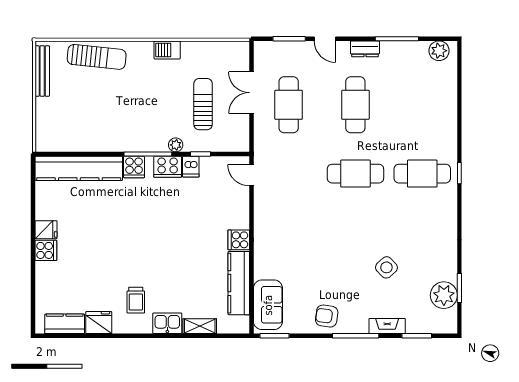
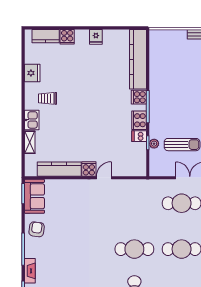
plant: (176, 145) -> (154, 144), moved
cafe table: (355, 174) -> (134, 249), turned 90
door: (251, 175) -> (104, 178), moved
cooker: (46, 250) -> (67, 37), moved
side table: (386, 267) -> (70, 270), removed
sofa: (268, 305) -> (34, 196), moved, turned -90
kitchen counter: (65, 324) -> (46, 36), moved, turned 90

